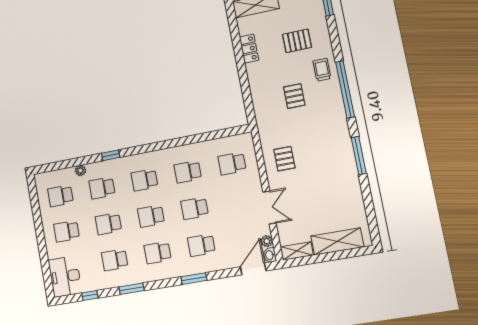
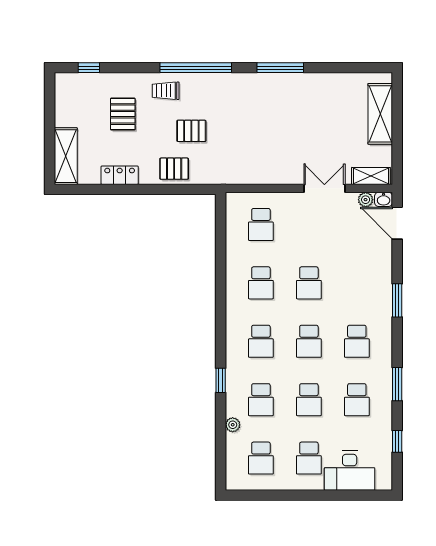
pallet: (284, 159) -> (174, 169), moved
school desk: (201, 245) -> (357, 283), removed
shelving: (297, 251) -> (371, 176), moved, turned 90
desk: (65, 276) -> (350, 471), moved

